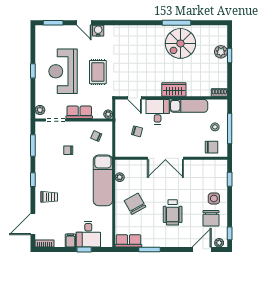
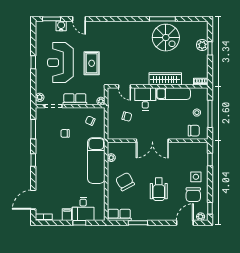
water cooler: (98, 31) -> (61, 26), moved
spiral stairs: (180, 43) -> (166, 38), turned -90
wardrobe: (174, 90) -> (165, 79), width x1.50
trolley: (49, 197) -> (48, 175), removed

